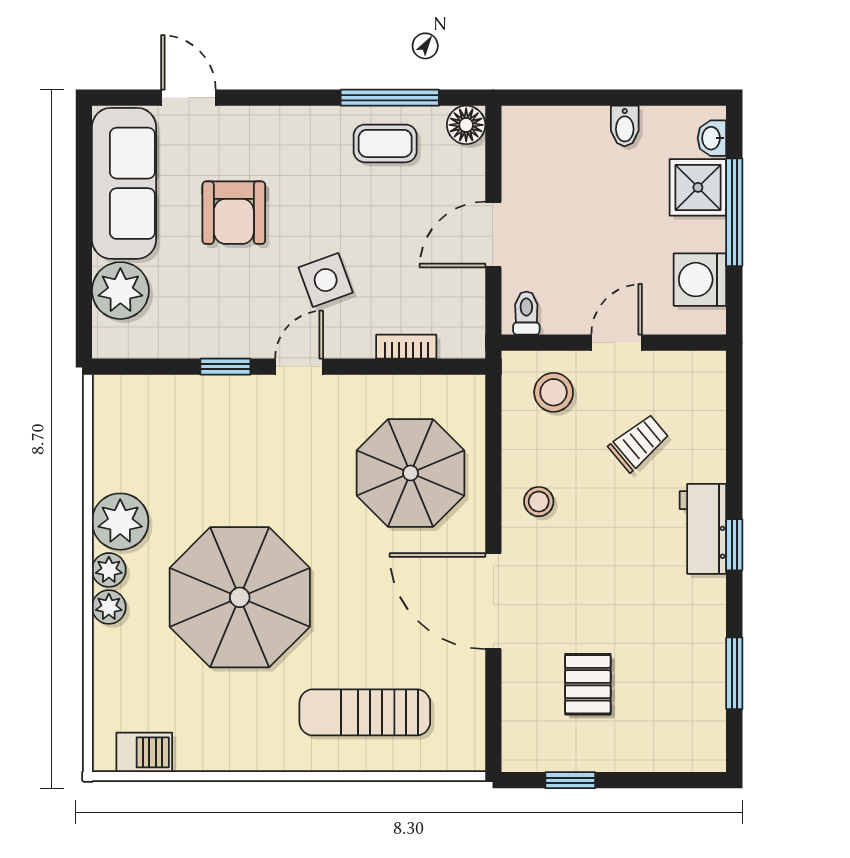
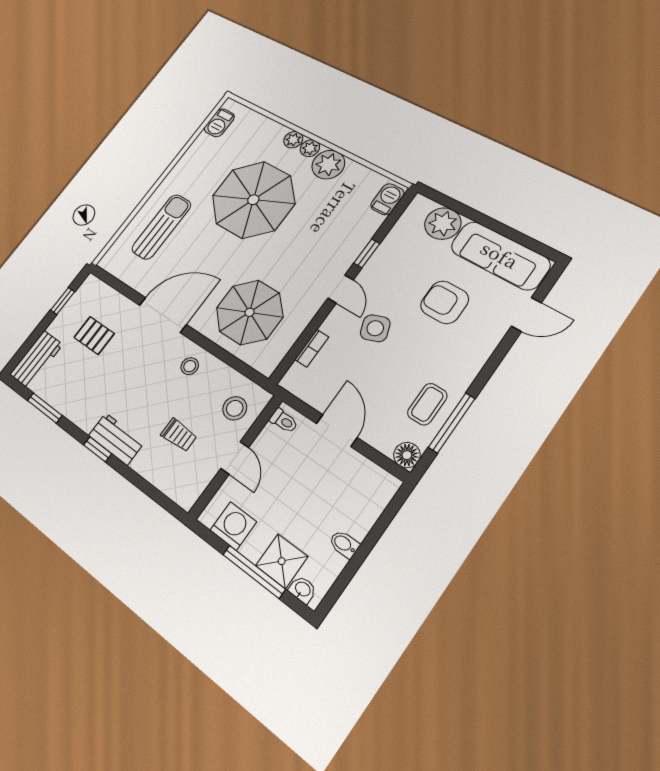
barbecue: (127, 394) -> (387, 199), added
trolley: (639, 443) -> (179, 435), turned -50
workbench: (679, 748) -> (36, 359), added

